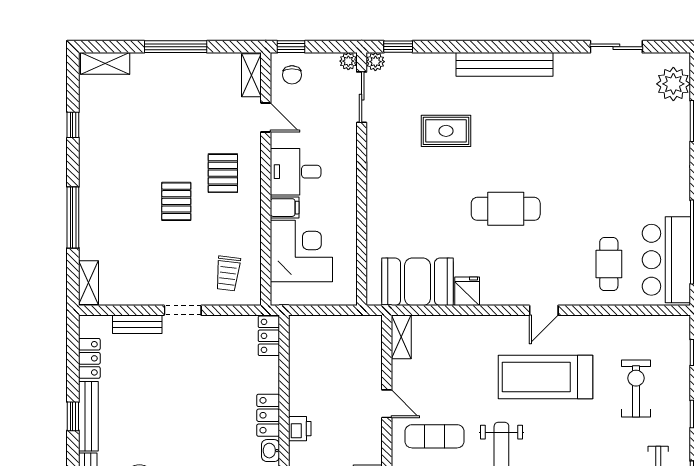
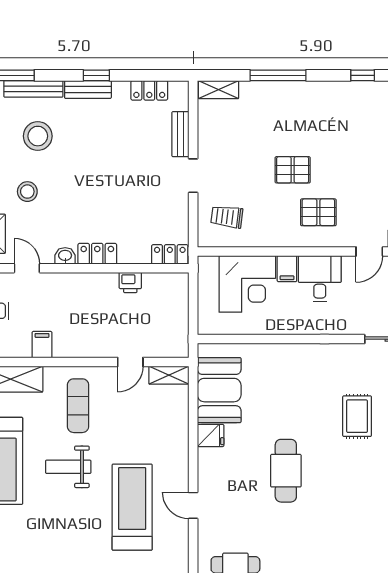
door: (387, 404) -> (130, 362), moved
bench: (88, 416) -> (88, 89), width x0.73
printer: (300, 429) -> (130, 282), moved

